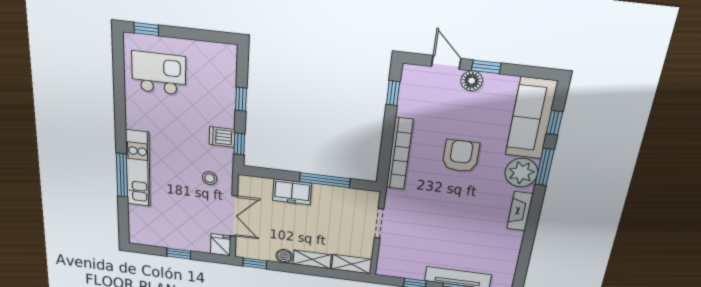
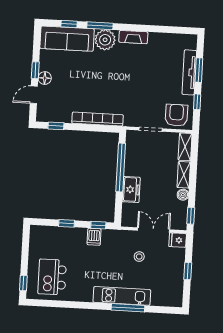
armchair: (461, 156) -> (176, 115), moved, turned 90
stool: (210, 178) -> (139, 257), moved
window: (325, 180) -> (121, 167), width x1.46

